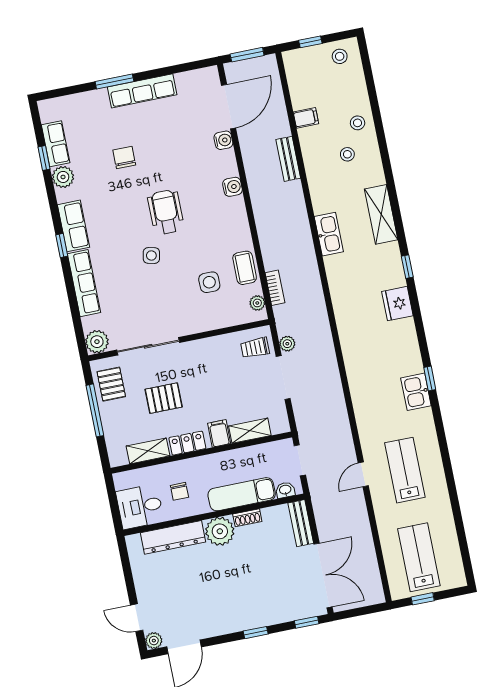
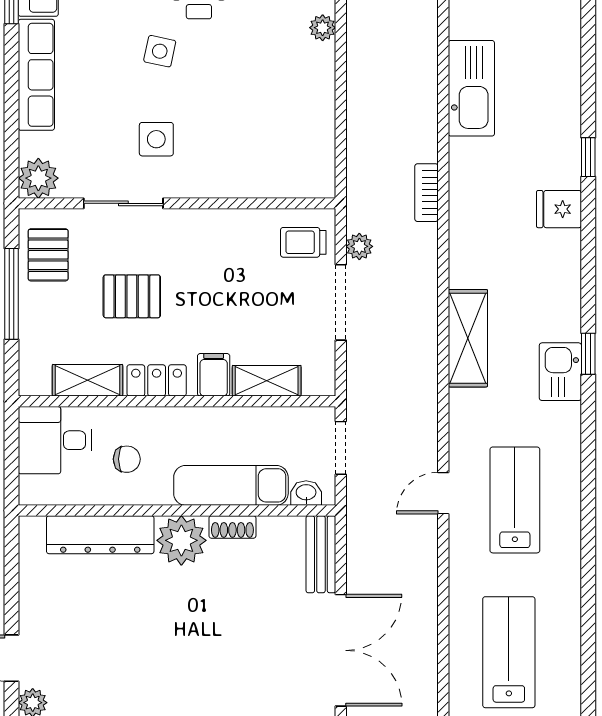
shelving: (381, 214) -> (468, 338), moved
kitchen sink: (329, 234) -> (471, 88), width x1.36, depth x1.24
coffee table: (245, 268) -> (313, 104), removed
side table: (209, 282) -> (156, 139), moved
bookcase: (275, 288) -> (426, 193), moved, turned 180
plant: (257, 303) -> (323, 28), moved
fridge: (397, 304) -> (559, 209), width x0.72
sliding door: (148, 346) -> (123, 203), width x0.73
chair: (179, 491) -> (127, 459), turned -90
desk: (140, 507) -> (55, 440), moved

